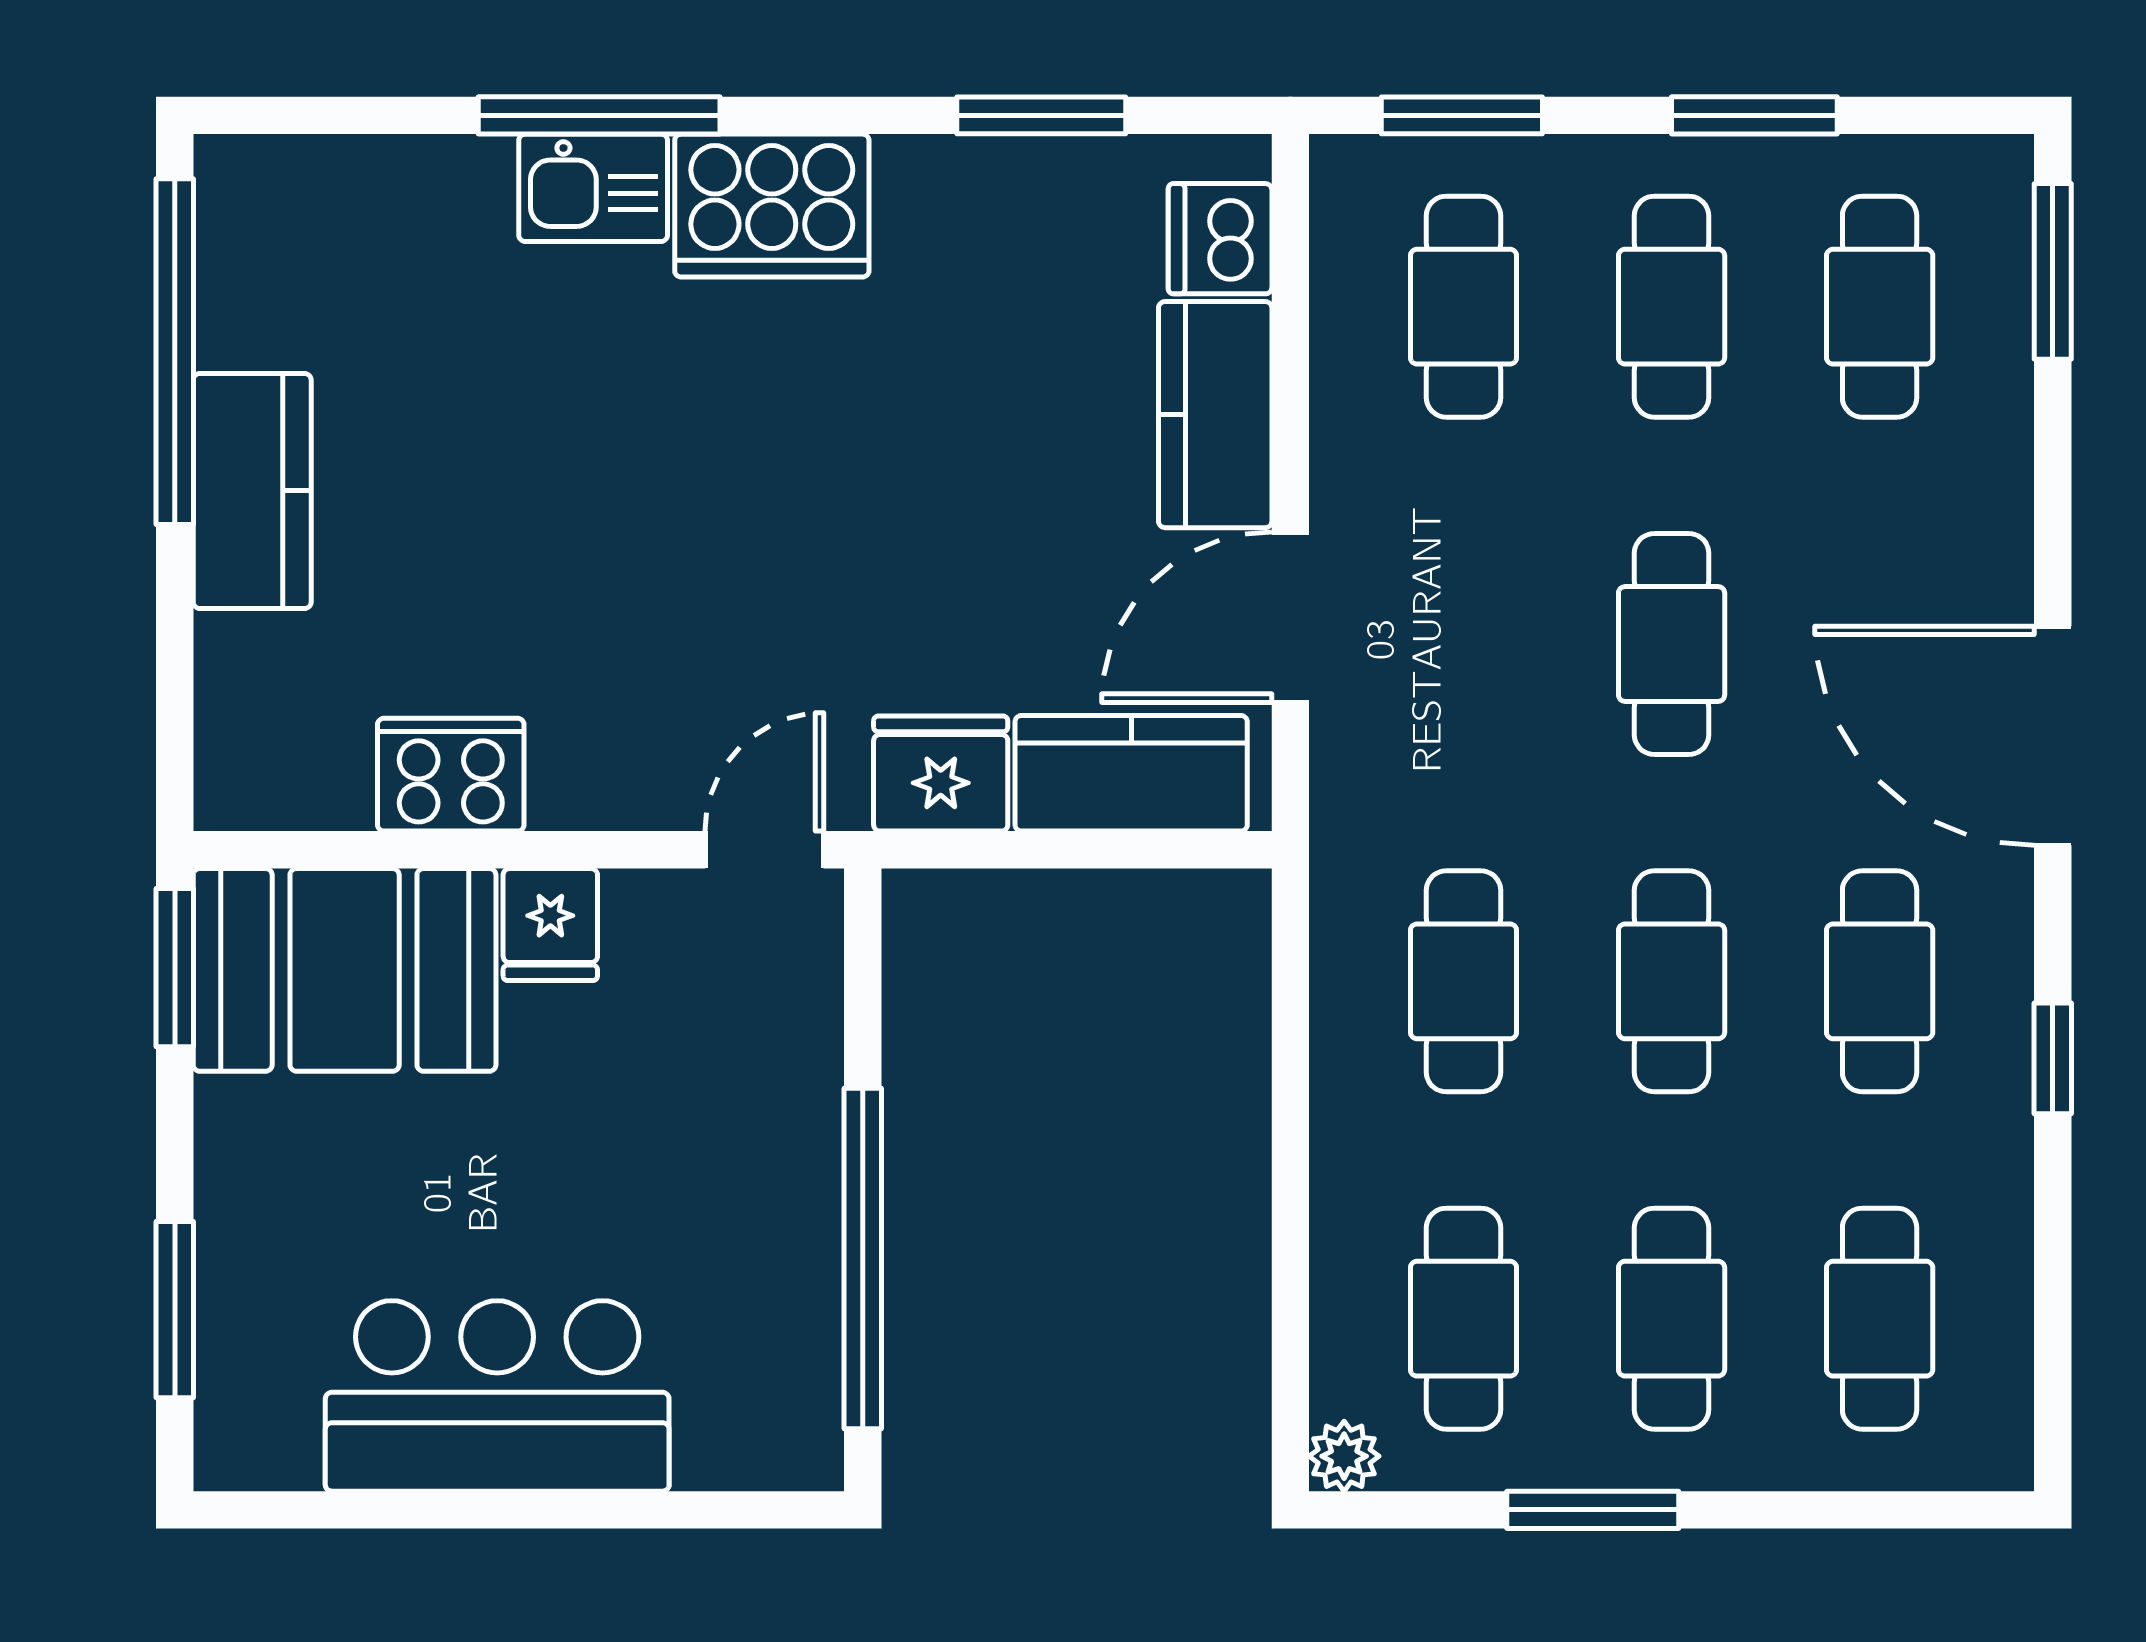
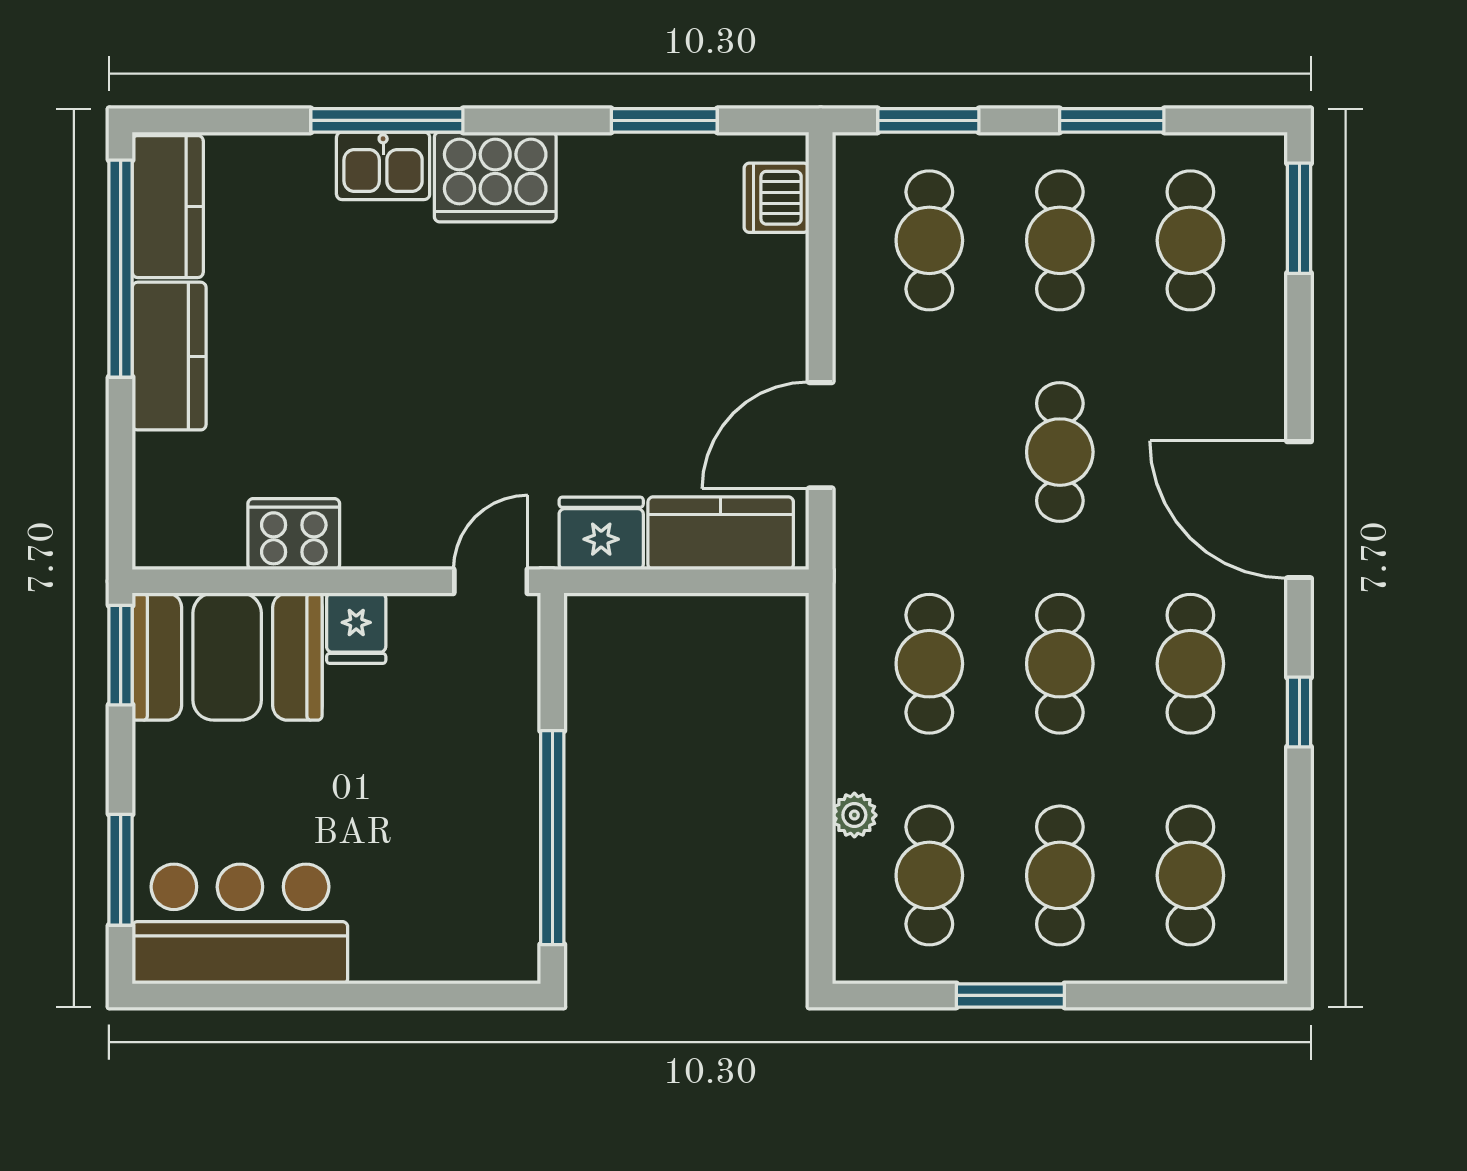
kitchen counter: (1215, 415) -> (168, 207), moved, turned 180
bar counter: (497, 1396) -> (240, 924), moved
plant: (1344, 1456) -> (854, 815), moved

